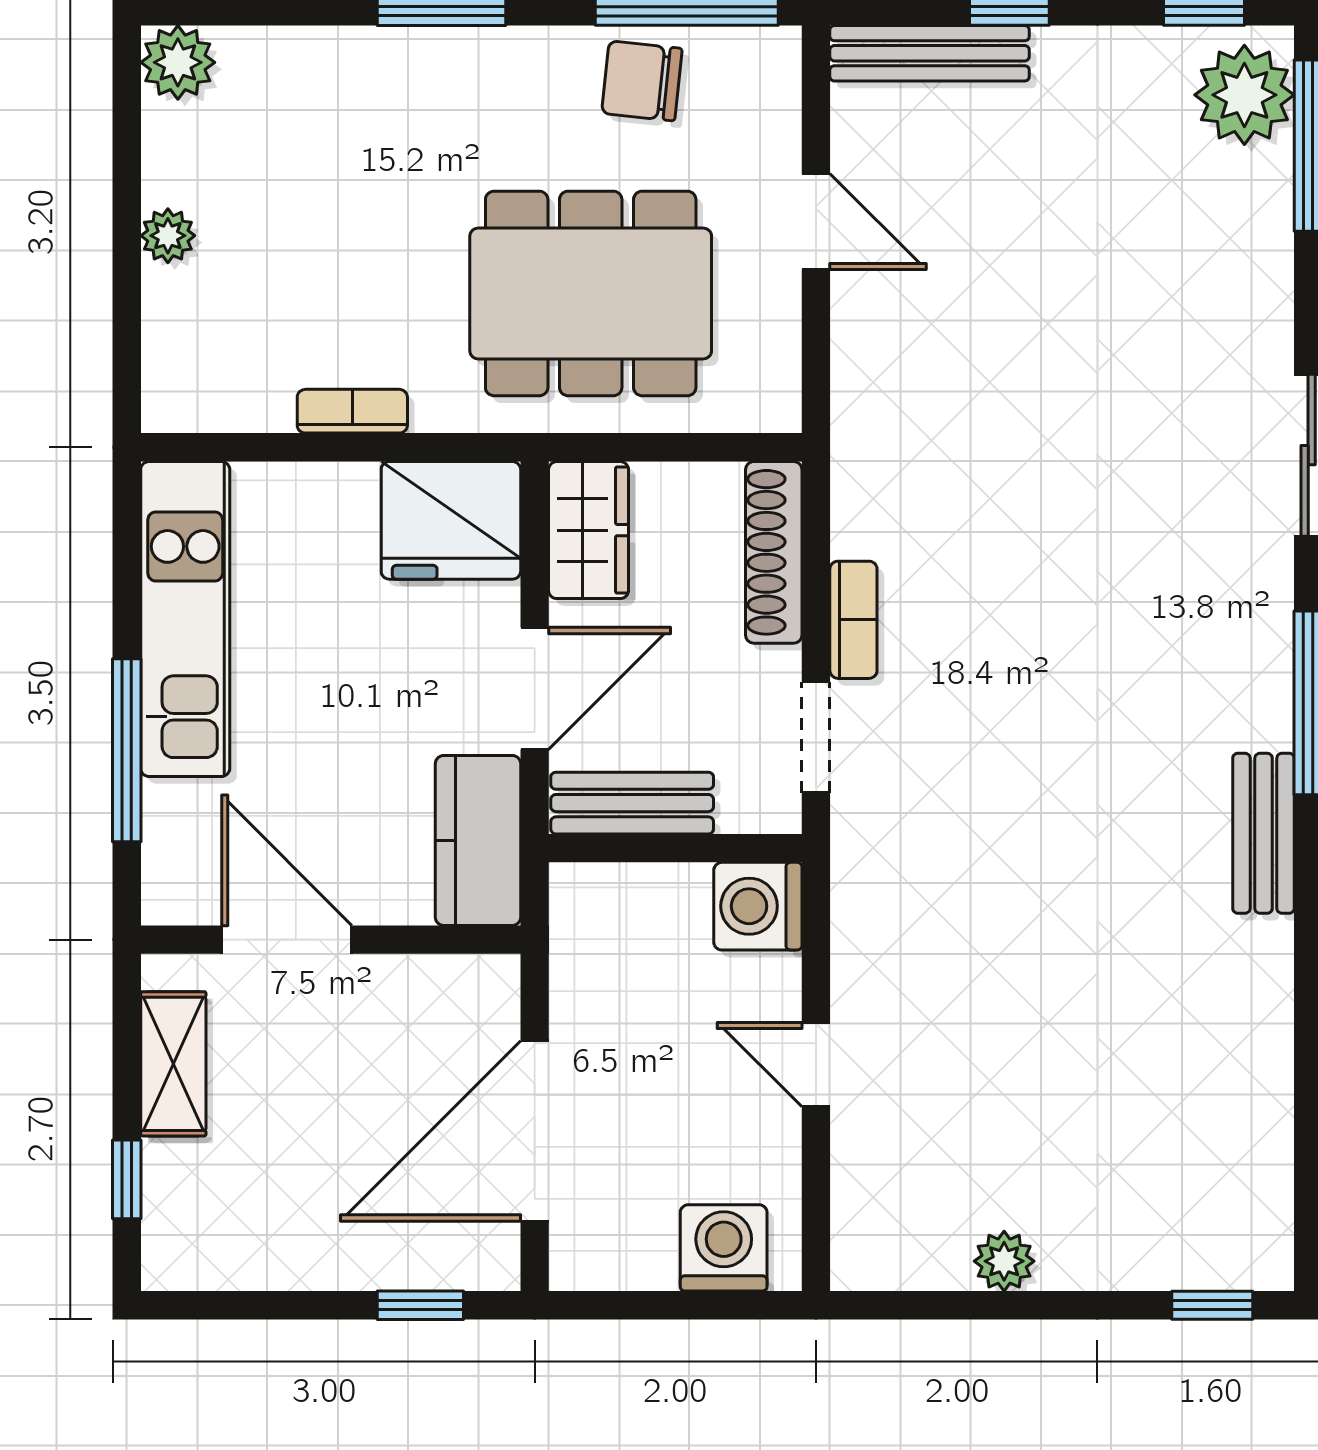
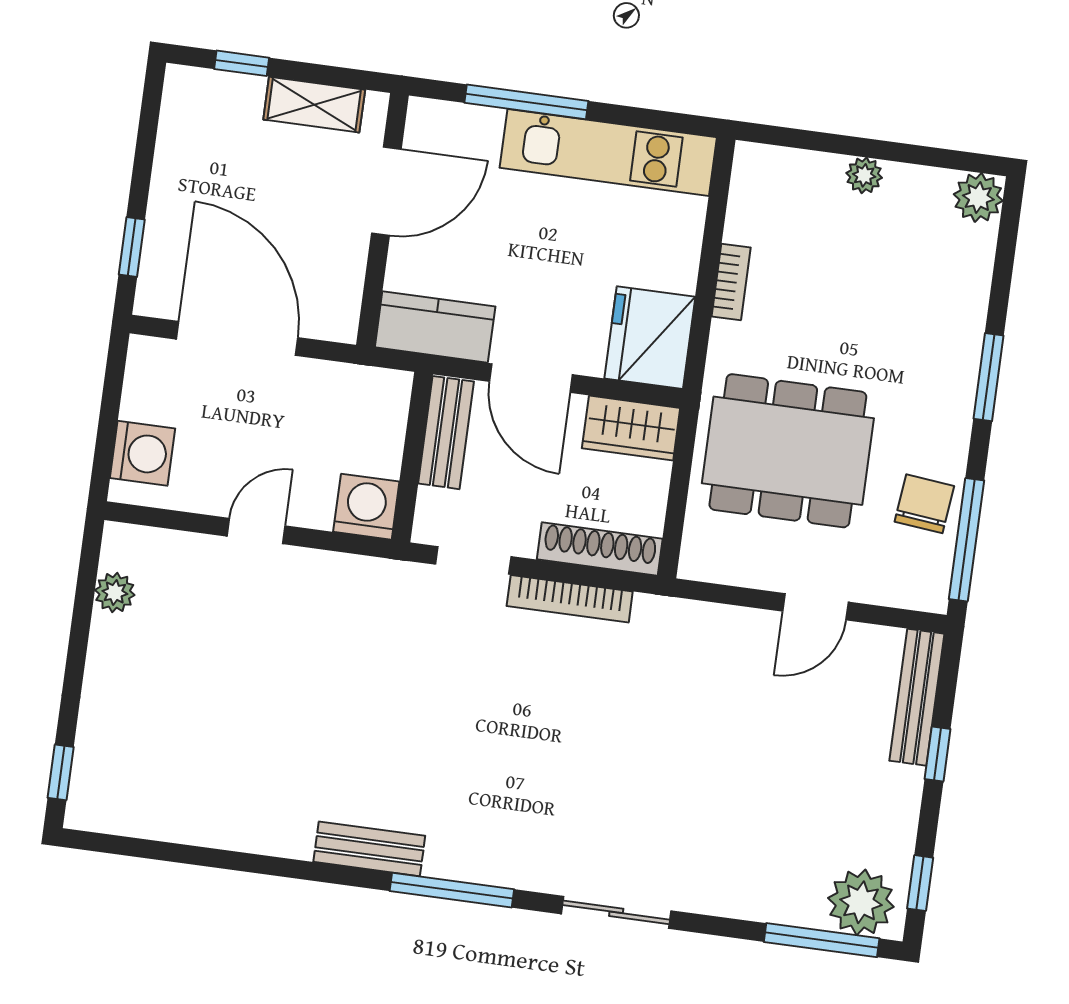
dining table: (591, 293) -> (788, 451), turned 90
bookcase: (853, 620) -> (570, 599), width x1.56
plant: (1004, 1261) -> (115, 592), moved

